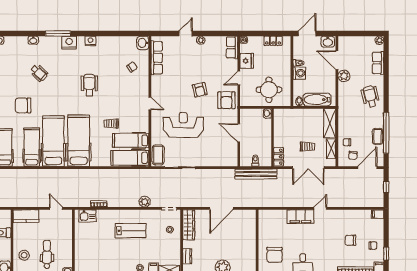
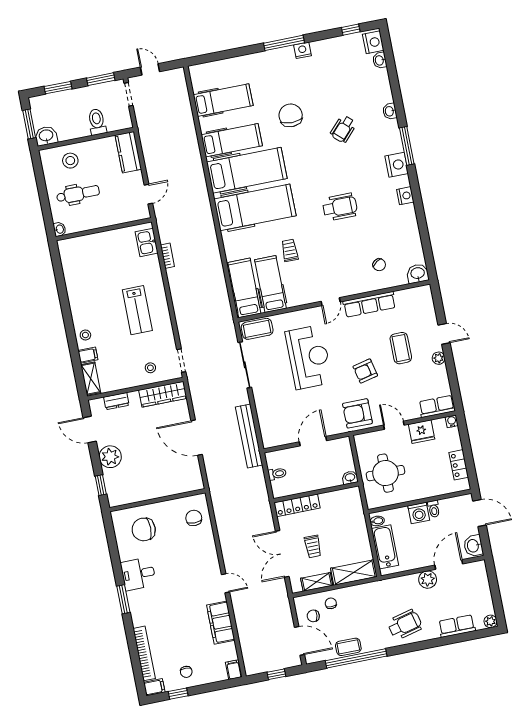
row of seats: (157, 58) -> (369, 304), moved
coffee table: (189, 64) -> (401, 348), added
locker: (279, 157) -> (297, 505), width x1.53
bench: (256, 174) -> (249, 436), moved
plant: (145, 202) -> (184, 323), removed
filing cabinet: (300, 217) -> (221, 623), moved
chair: (351, 240) -> (194, 518), moved

